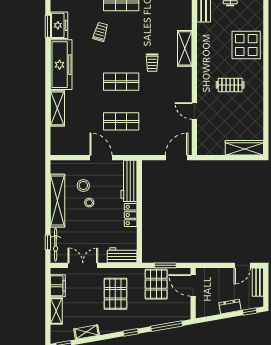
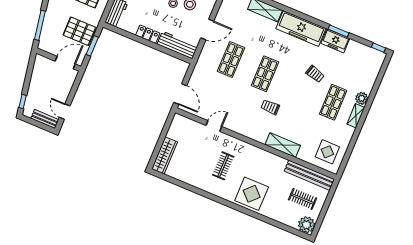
shelving: (185, 48) -> (283, 145), moved
dresser: (230, 307) -> (34, 86), removed

